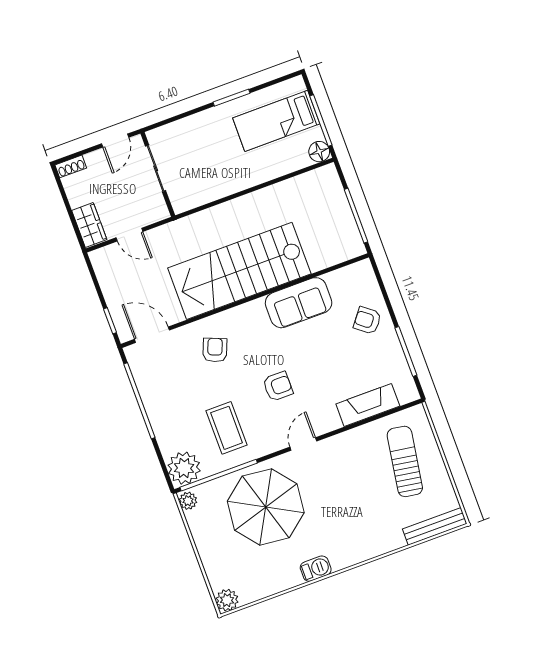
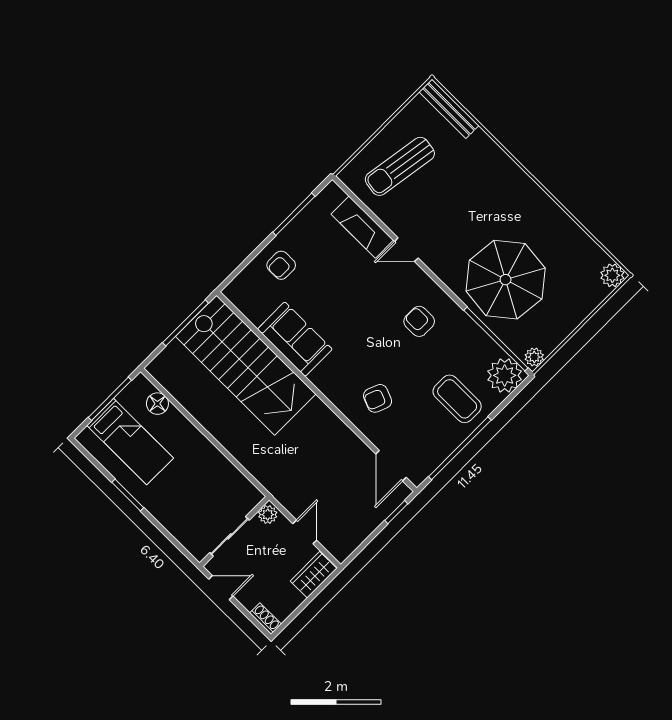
floor lamp: (319, 152) -> (157, 404), moved
plant: (159, 210) -> (268, 515), added
stairs: (239, 271) -> (246, 365), moved
armchair: (367, 320) -> (281, 265), turned 52
armchair: (278, 386) -> (419, 321), moved
coffee table: (227, 428) -> (457, 399), moved, turned 90
door: (303, 444) -> (406, 250), moved
barbecue: (316, 569) -> (542, 204), removed

